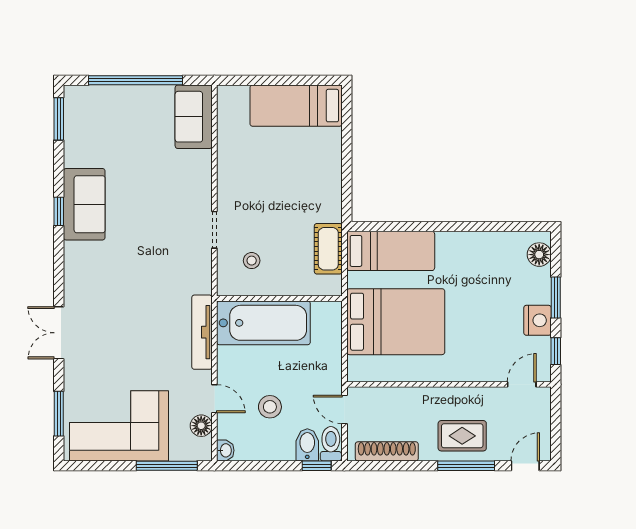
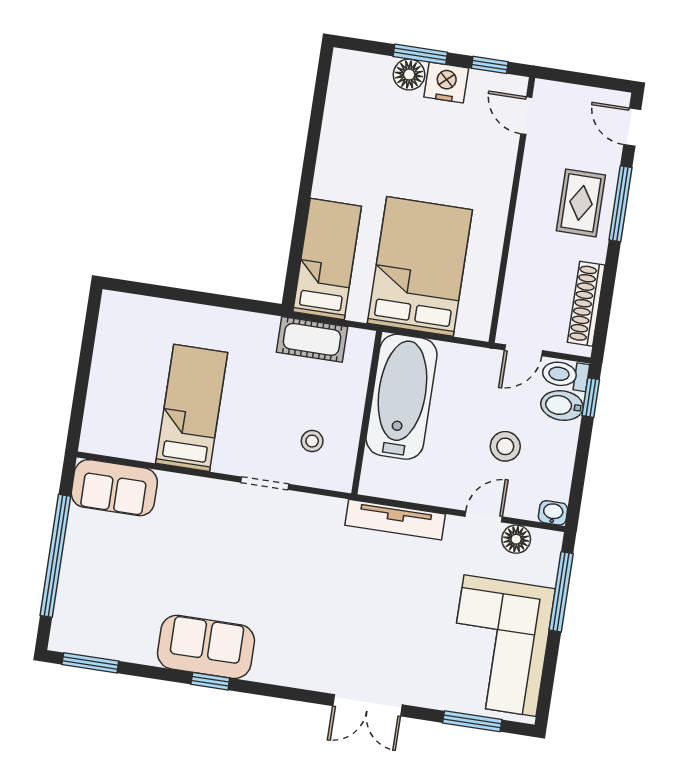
bed: (296, 106) -> (192, 408), moved, turned 180
floor lamp: (539, 255) -> (409, 75), moved
bathtub: (263, 323) -> (402, 397), moved

